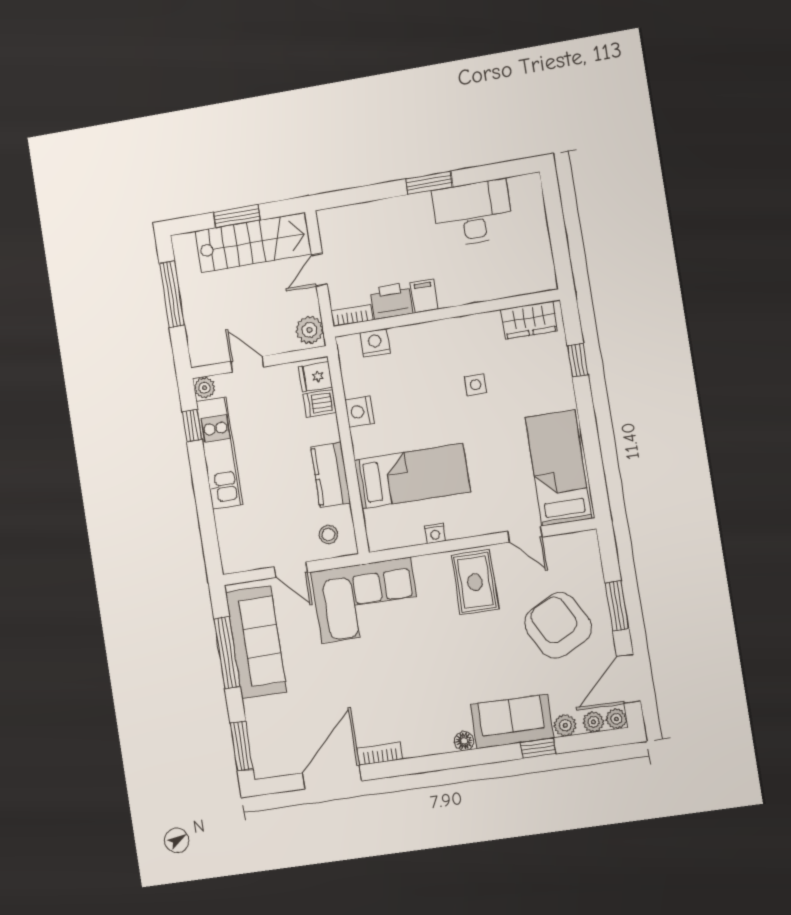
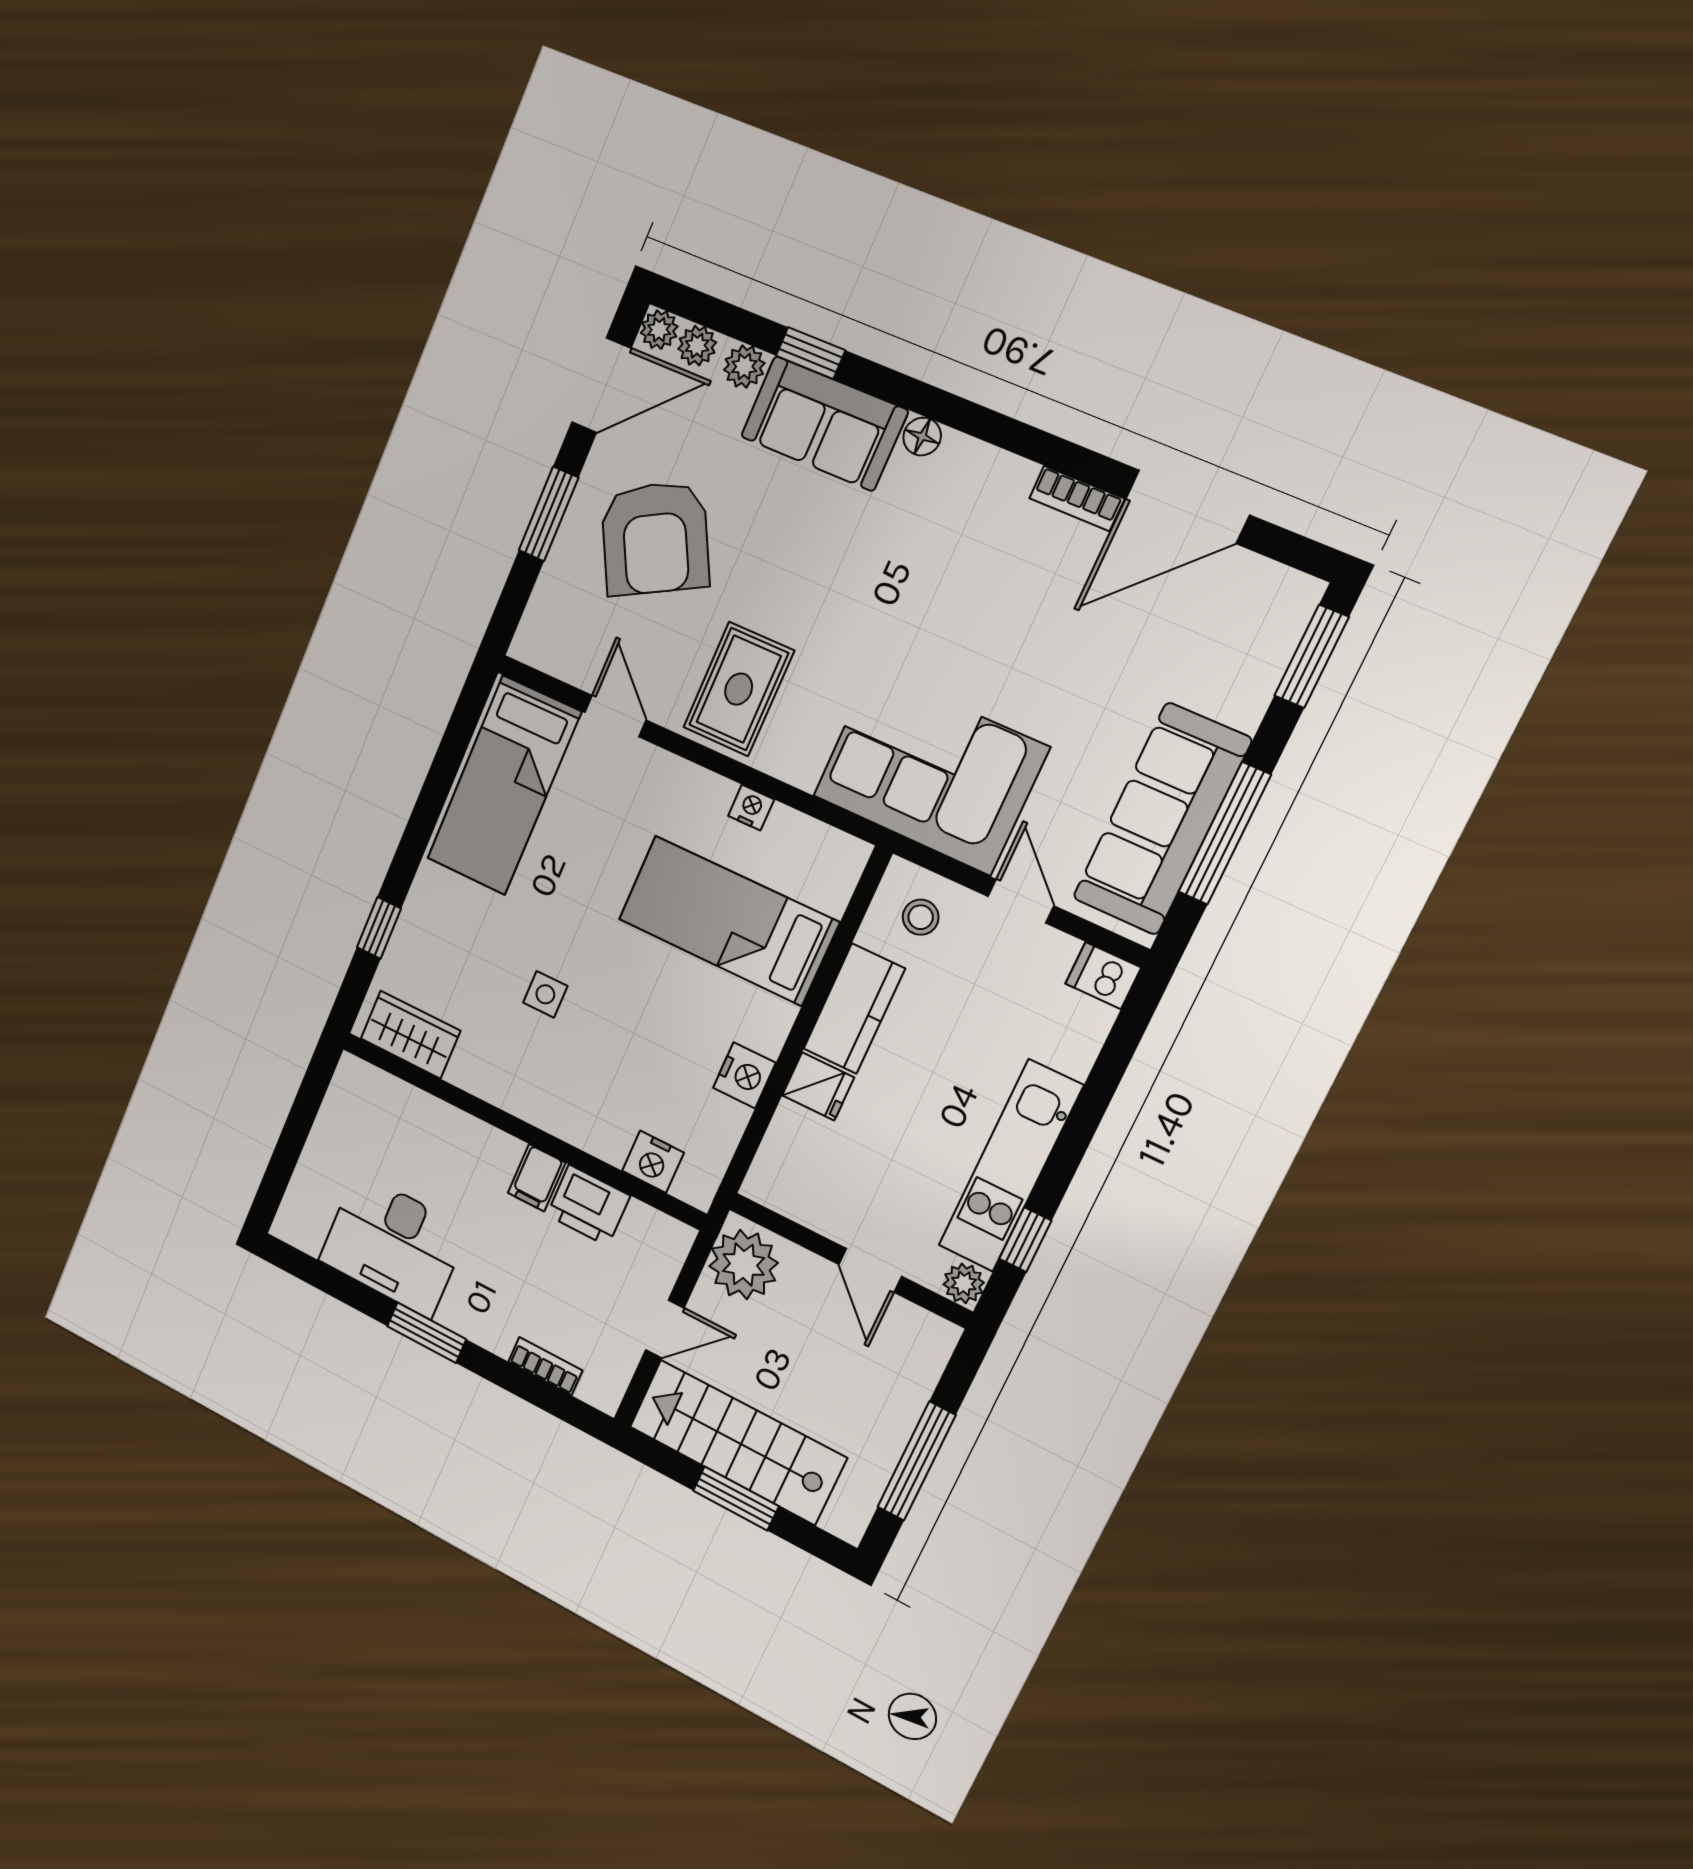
bookcase: (352, 315) -> (545, 1366), moved, turned 180
plant: (309, 330) -> (744, 1265), width x1.36, depth x1.36
fridge: (315, 377) -> (818, 1086), moved
dishwasher: (320, 403) -> (1103, 976), moved, turned 180

